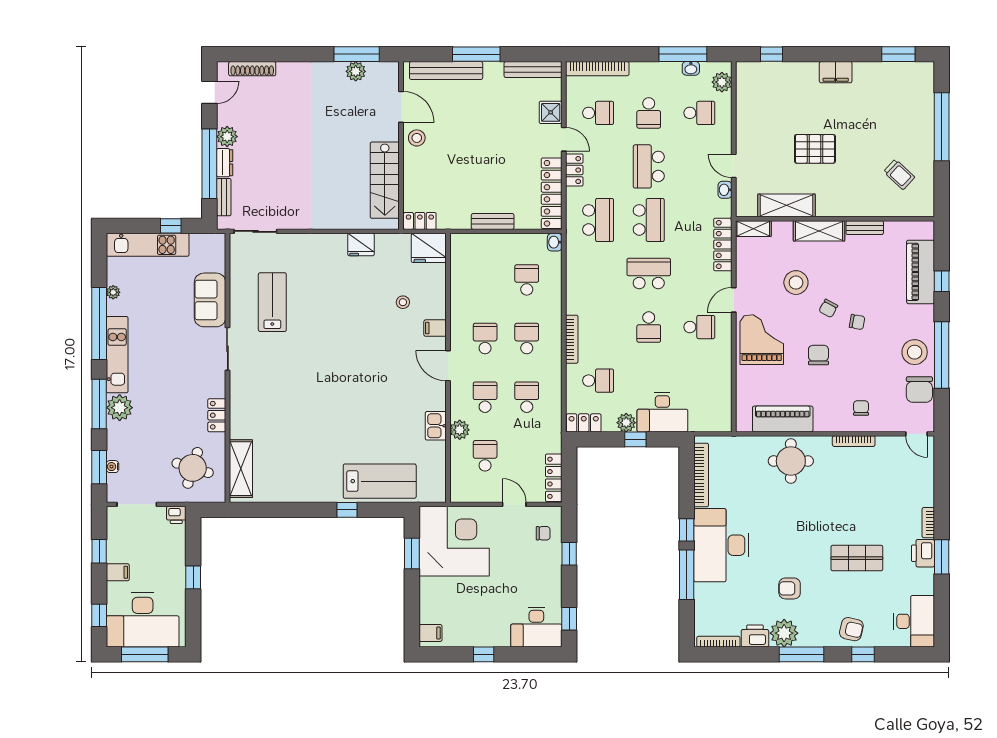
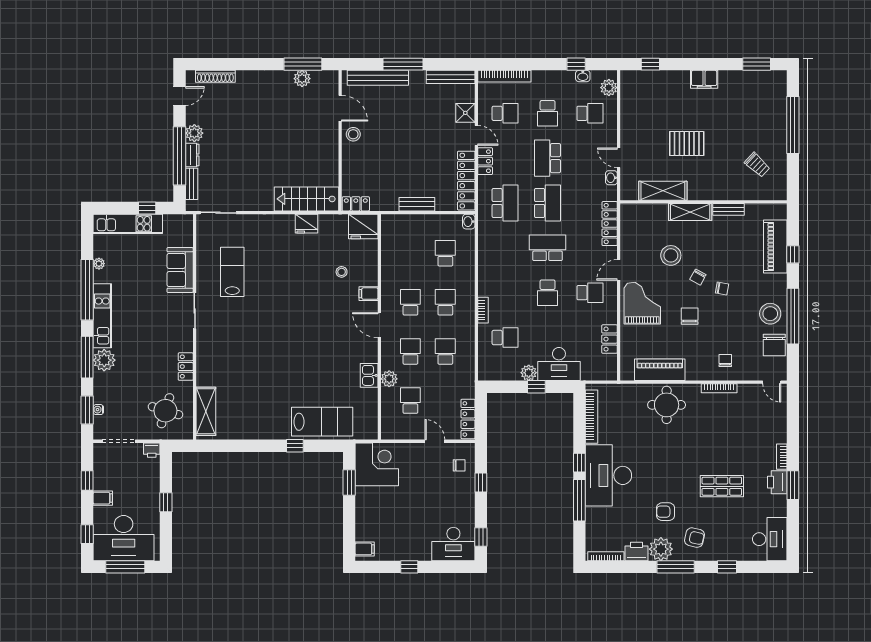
window: (683, 54) -> (576, 64), width x0.46
stairs: (385, 180) -> (306, 199), moved, turned 90
shelving: (753, 229) -> (635, 210), removed
bookcase: (572, 339) -> (483, 310), width x0.64
locker: (584, 423) -> (610, 339), moved, turned -90
corner desk: (454, 541) -> (377, 464), width x0.74, depth x0.74
armchair: (851, 629) -> (694, 538), moved

